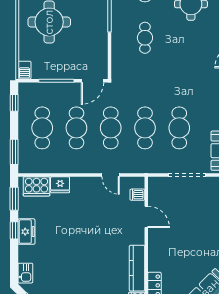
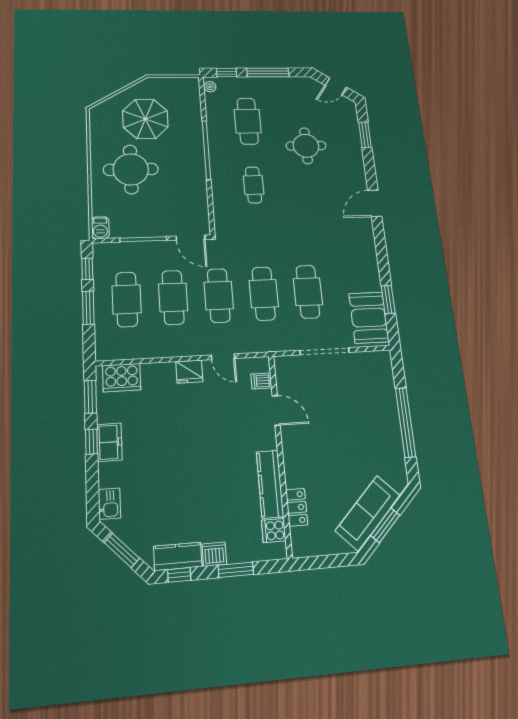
door: (92, 81) -> (191, 238), hinge flipped
window: (14, 152) -> (88, 308), moved
fridge: (60, 185) -> (189, 372), moved

